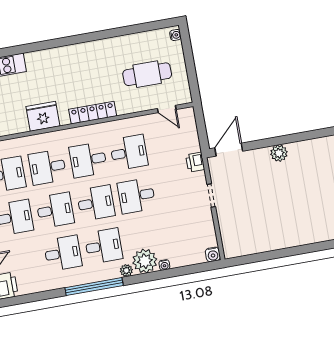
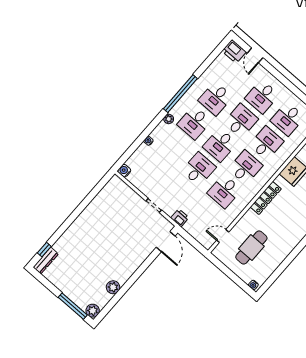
plant: (279, 153) -> (113, 287), moved
desk: (55, 210) -> (241, 121), turned 180
plant: (145, 261) -> (162, 134), removed

